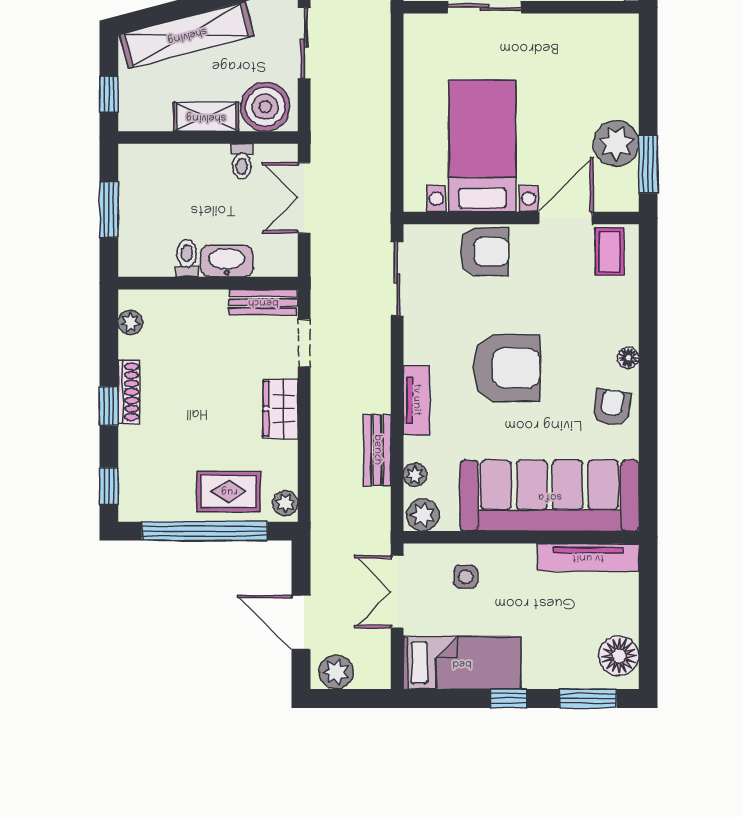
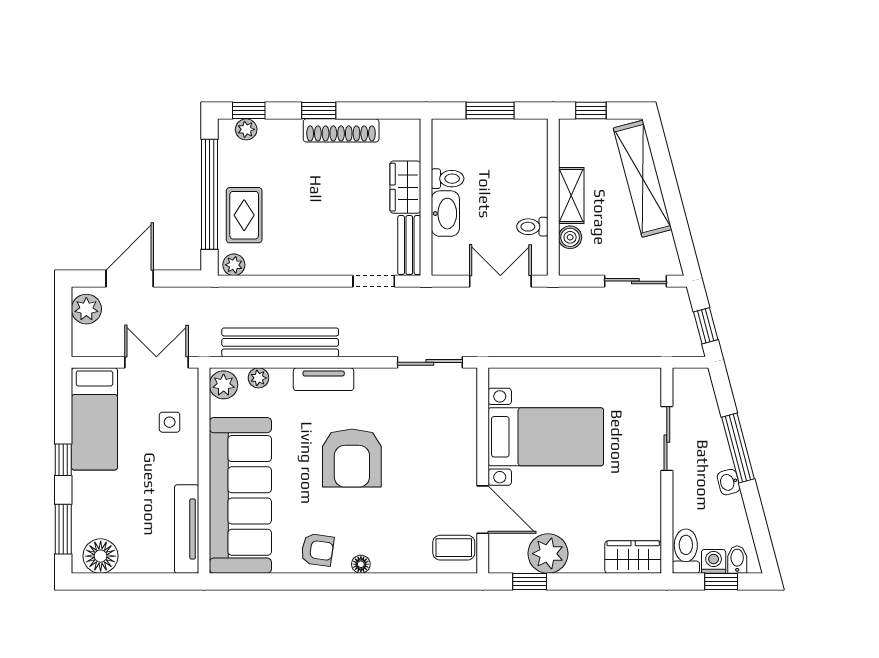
wardrobe: (620, 46) -> (633, 557), added
boiler: (265, 107) -> (570, 237), width x0.54, depth x0.54
window: (648, 164) -> (530, 582), width x0.67
armchair: (485, 252) -> (453, 439), removed
plant: (130, 322) -> (246, 129), moved
shoe rack: (129, 392) -> (341, 130), width x1.36, depth x1.24
wardrobe: (281, 409) -> (405, 187), moved, turned -90
bench: (377, 450) -> (280, 342), width x1.86, depth x1.21

